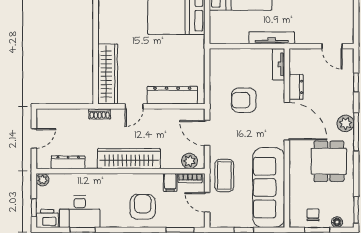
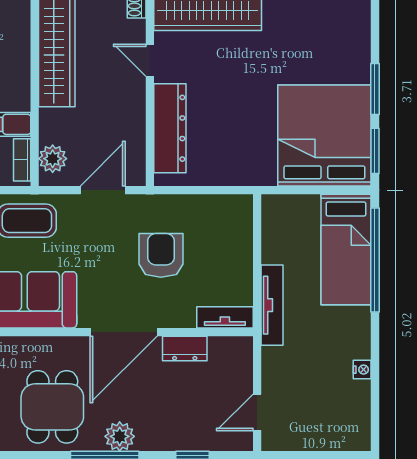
dining table: (329, 161) -> (52, 407), turned 90

